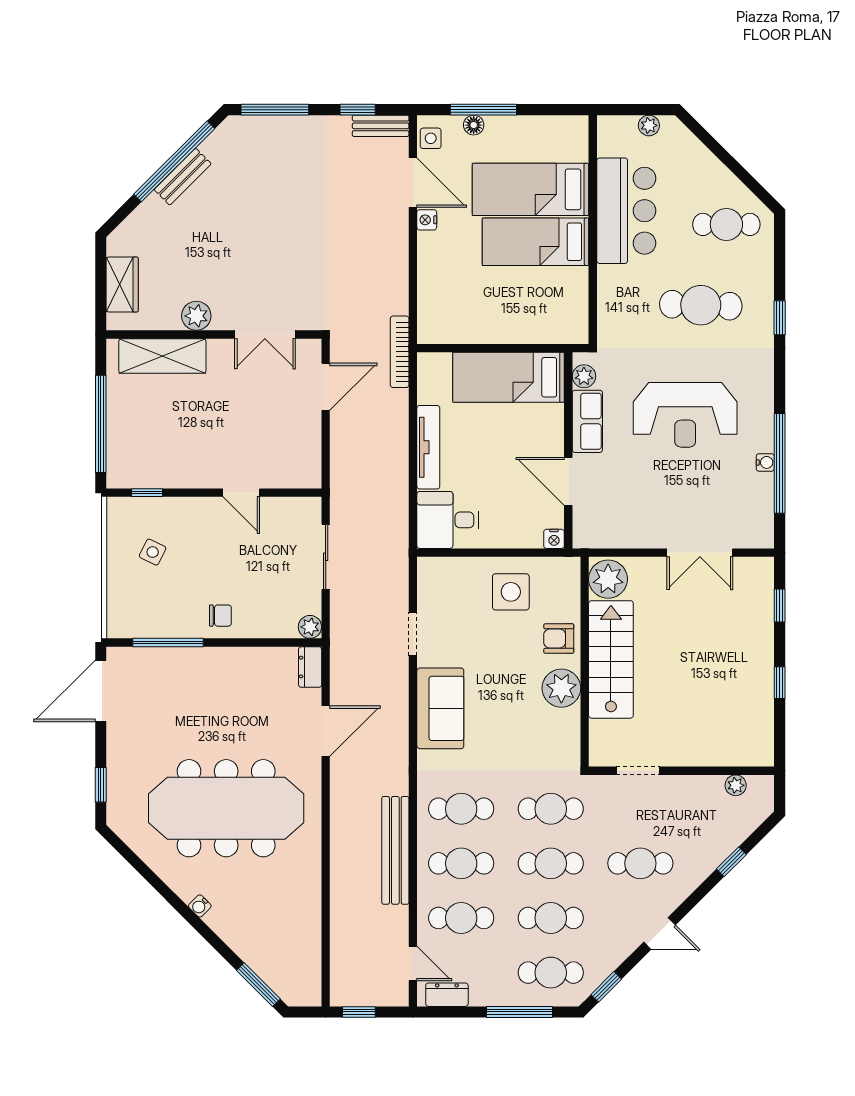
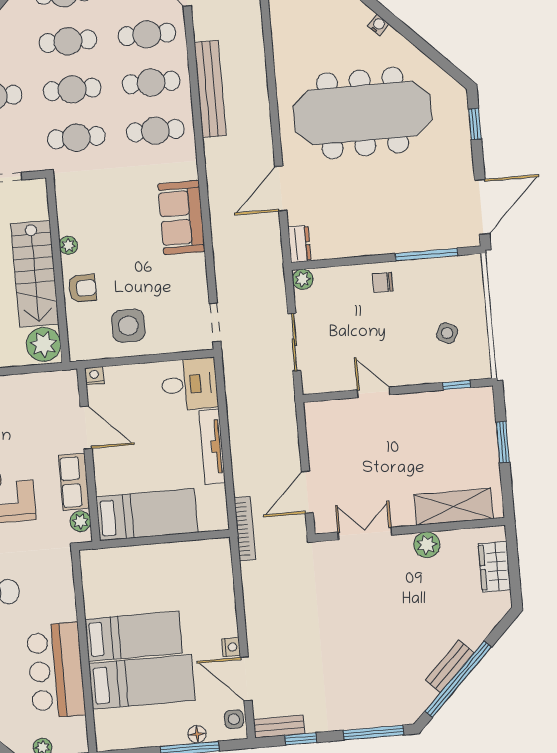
window: (101, 424) -> (503, 442), width x0.47
doorway: (413, 634) -> (215, 322), moved
plant: (561, 688) -> (68, 245), width x0.53, depth x0.53

